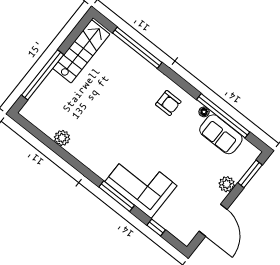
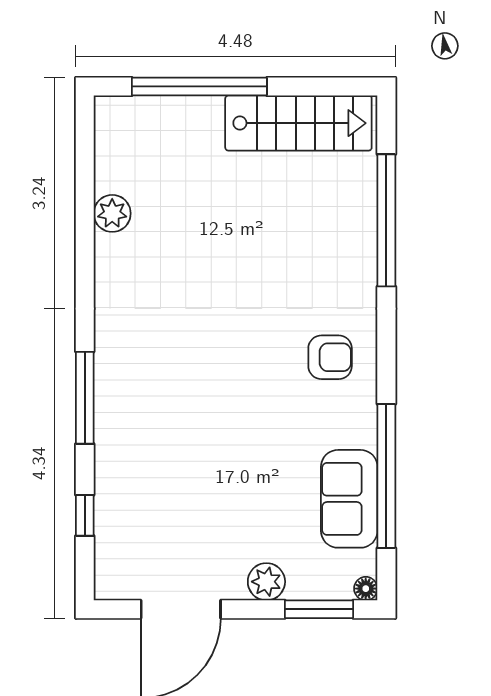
armchair: (168, 103) -> (330, 357), turned -90
floor lamp: (204, 112) -> (366, 589), moved
corner sofa: (141, 184) -> (143, 424), removed

